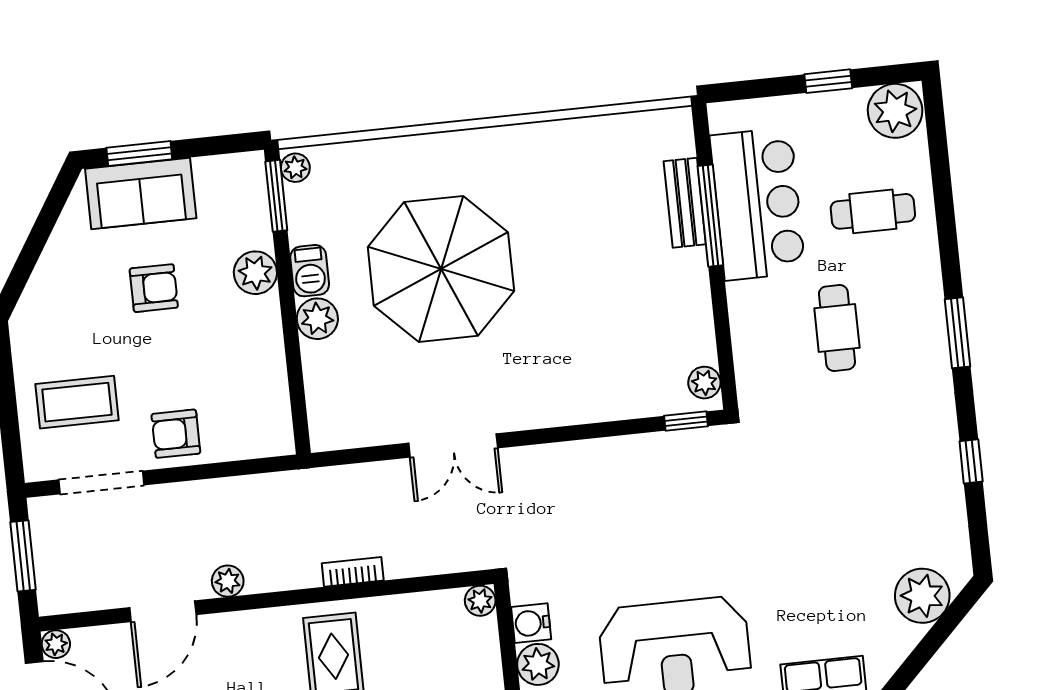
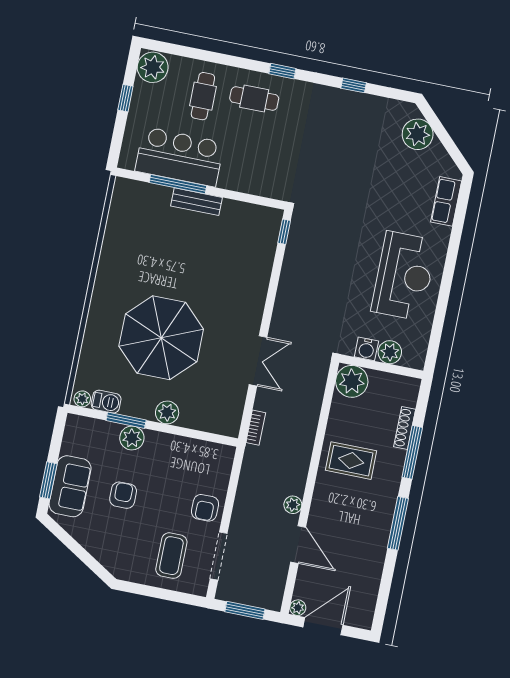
window: (276, 196) -> (126, 420), moved
bench: (685, 203) -> (196, 202), moved
barbecue: (310, 271) -> (106, 402), moved
cafe table: (837, 328) -> (254, 98), moved
window: (958, 333) -> (282, 71), width x0.67
plant: (704, 383) -> (266, 215), removed
bookcase: (353, 572) -> (256, 428), moved, turned 180
plant: (480, 601) -> (352, 381), width x1.87, depth x1.87

